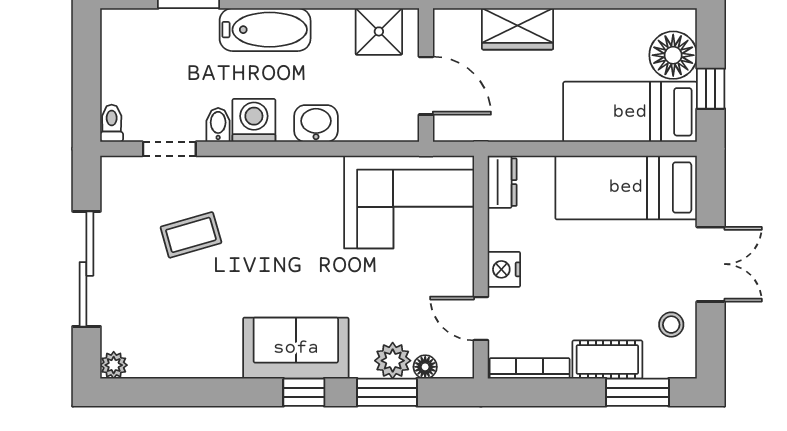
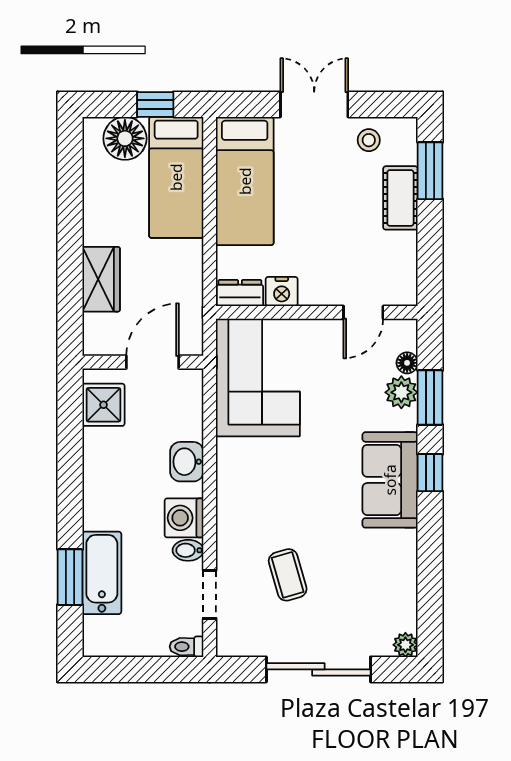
bathtub: (265, 30) -> (102, 573), moved
nightstand: (504, 269) -> (282, 292), moved
bookcase: (530, 368) -> (408, 268), removed

